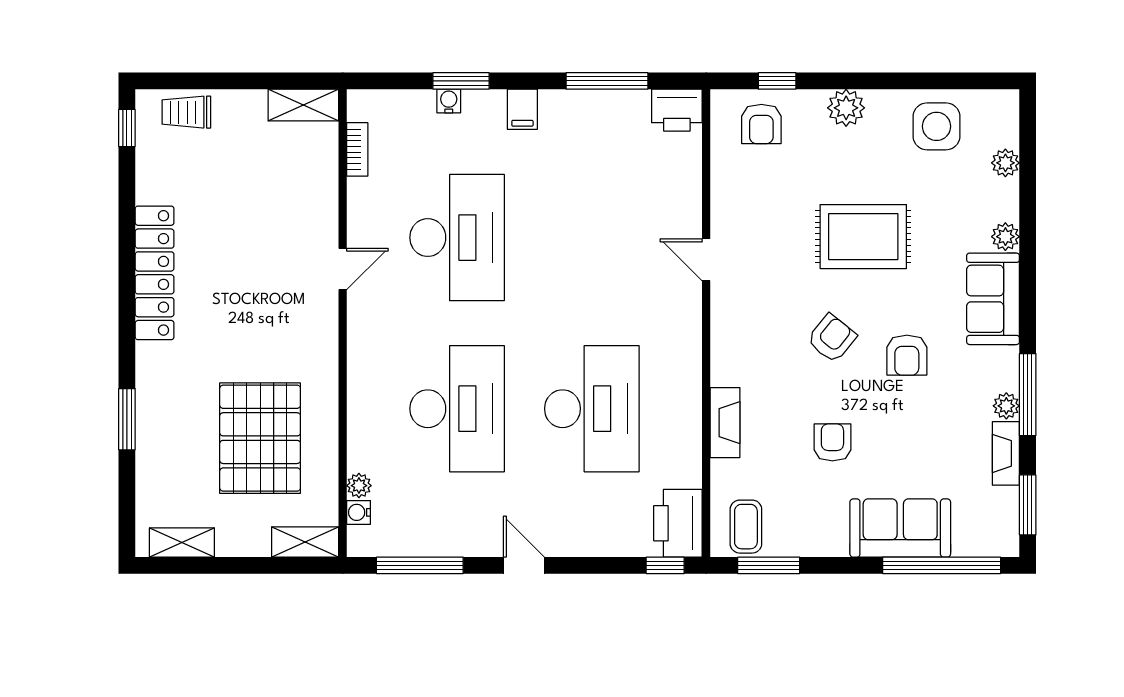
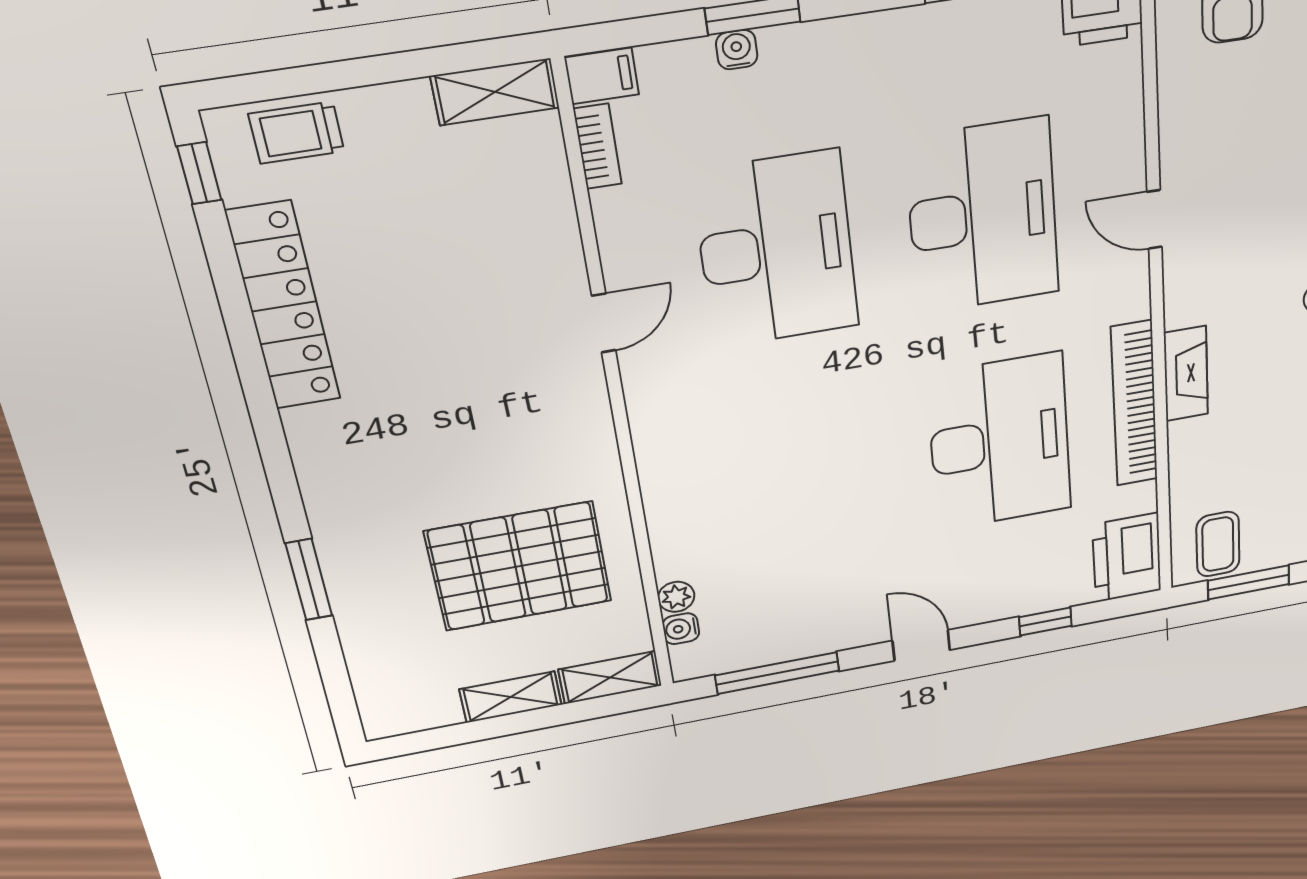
filing cabinet: (522, 109) -> (602, 76), moved, turned -90
locker: (155, 273) -> (284, 306), moved
bookcase: (688, 397) -> (1134, 404), added
desk: (457, 409) -> (983, 216), moved
fireplace: (725, 423) -> (1186, 374), moved
pallet: (260, 438) -> (519, 566), turned 90
shelving: (182, 542) -> (511, 697), moved
window: (665, 565) -> (1045, 621), moved

